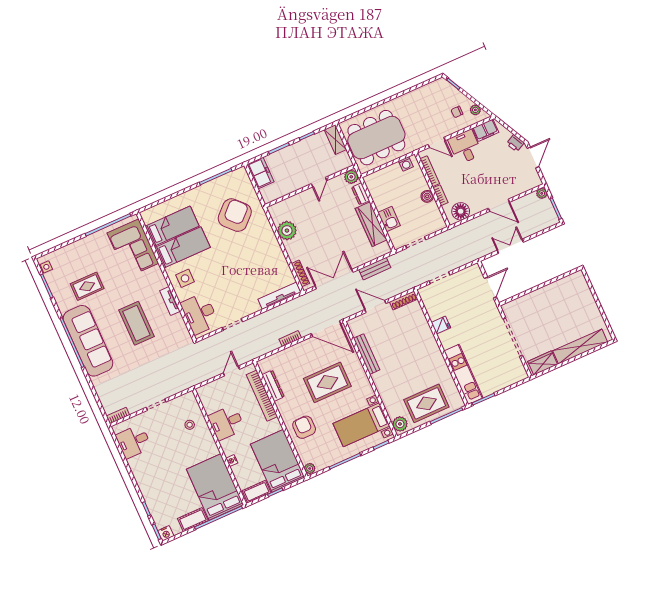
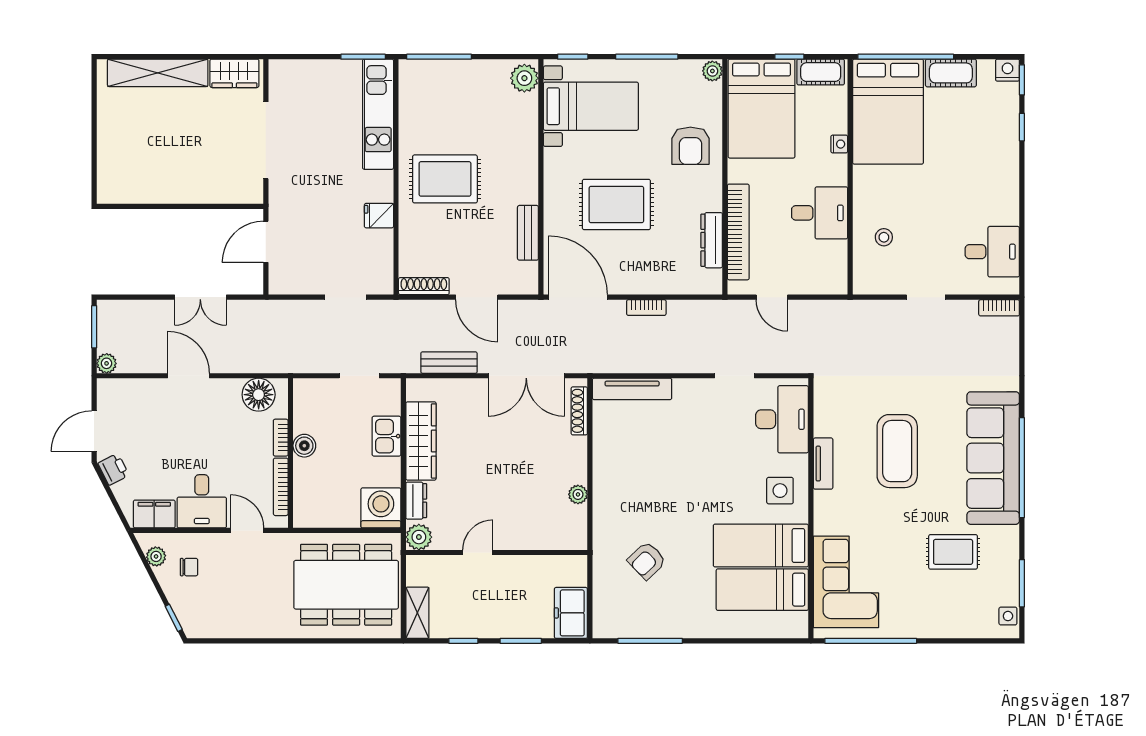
washing machine: (406, 164) -> (381, 508), moved, width x1.89, depth x1.89
armchair: (235, 215) -> (647, 561), width x0.53, depth x0.53
plant: (287, 231) -> (578, 494), width x0.53, depth x0.53
bench: (367, 354) -> (528, 233), width x0.73
door: (231, 371) -> (772, 297), hinge flipped
rug: (426, 403) -> (445, 179), moved

